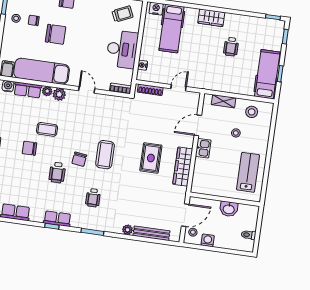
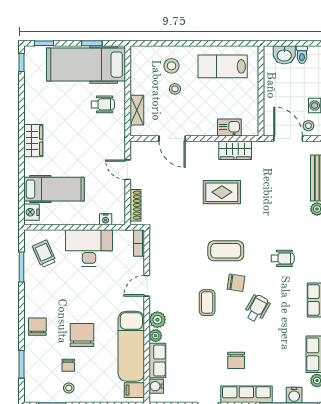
wheelchair: (231, 47) -> (103, 104), moved
hospital bed: (267, 74) -> (86, 65), width x1.37, depth x1.29
stool: (252, 112) -> (171, 66), moved
coffee table: (47, 129) -> (207, 303), moved
chair: (29, 148) -> (236, 360), moved
kitchen sink: (203, 148) -> (229, 128), moved
wardrobe: (183, 167) -> (235, 150), width x0.67
wheelchair: (57, 173) -> (257, 308), turned -61
washbasin: (229, 209) -> (284, 55), moved, turned 90

